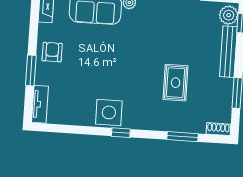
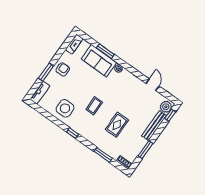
coffee table: (128, 76) -> (94, 106), added
side table: (109, 112) -> (65, 108), moved

